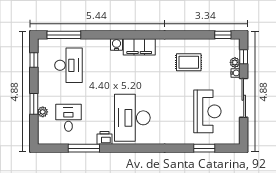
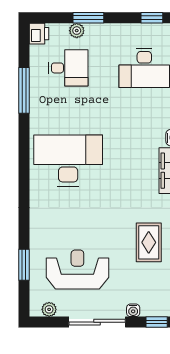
plant: (235, 62) -> (49, 309), moved
reception desk: (207, 111) -> (77, 270), turned 180
printer: (104, 138) -> (39, 34), moved

